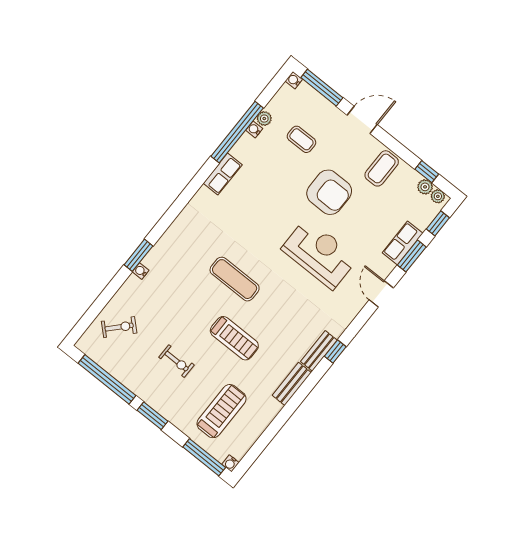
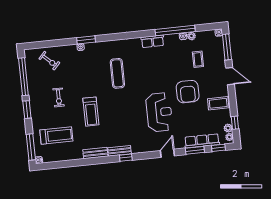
row of seats: (403, 243) -> (202, 141), width x1.48
exercise mat: (235, 279) -> (117, 73), moved

